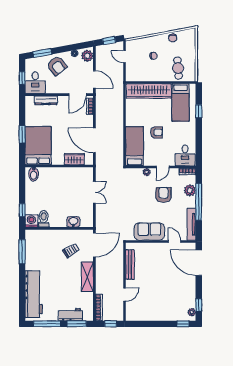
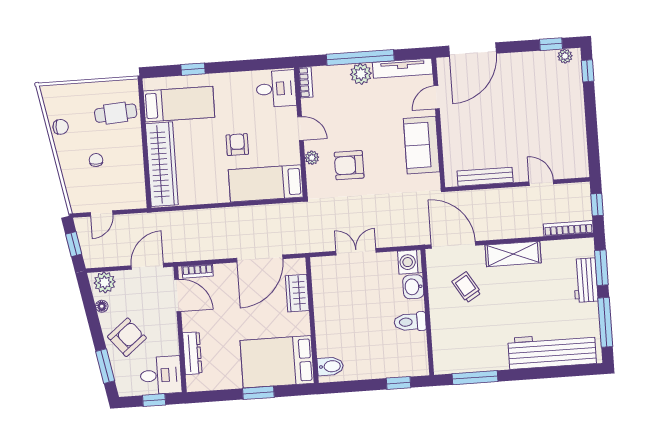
plant: (190, 190) -> (361, 74), moved
armchair: (164, 195) -> (349, 165), moved
toilet: (44, 219) -> (410, 322), moved
washing machine: (31, 221) -> (410, 262), moved

